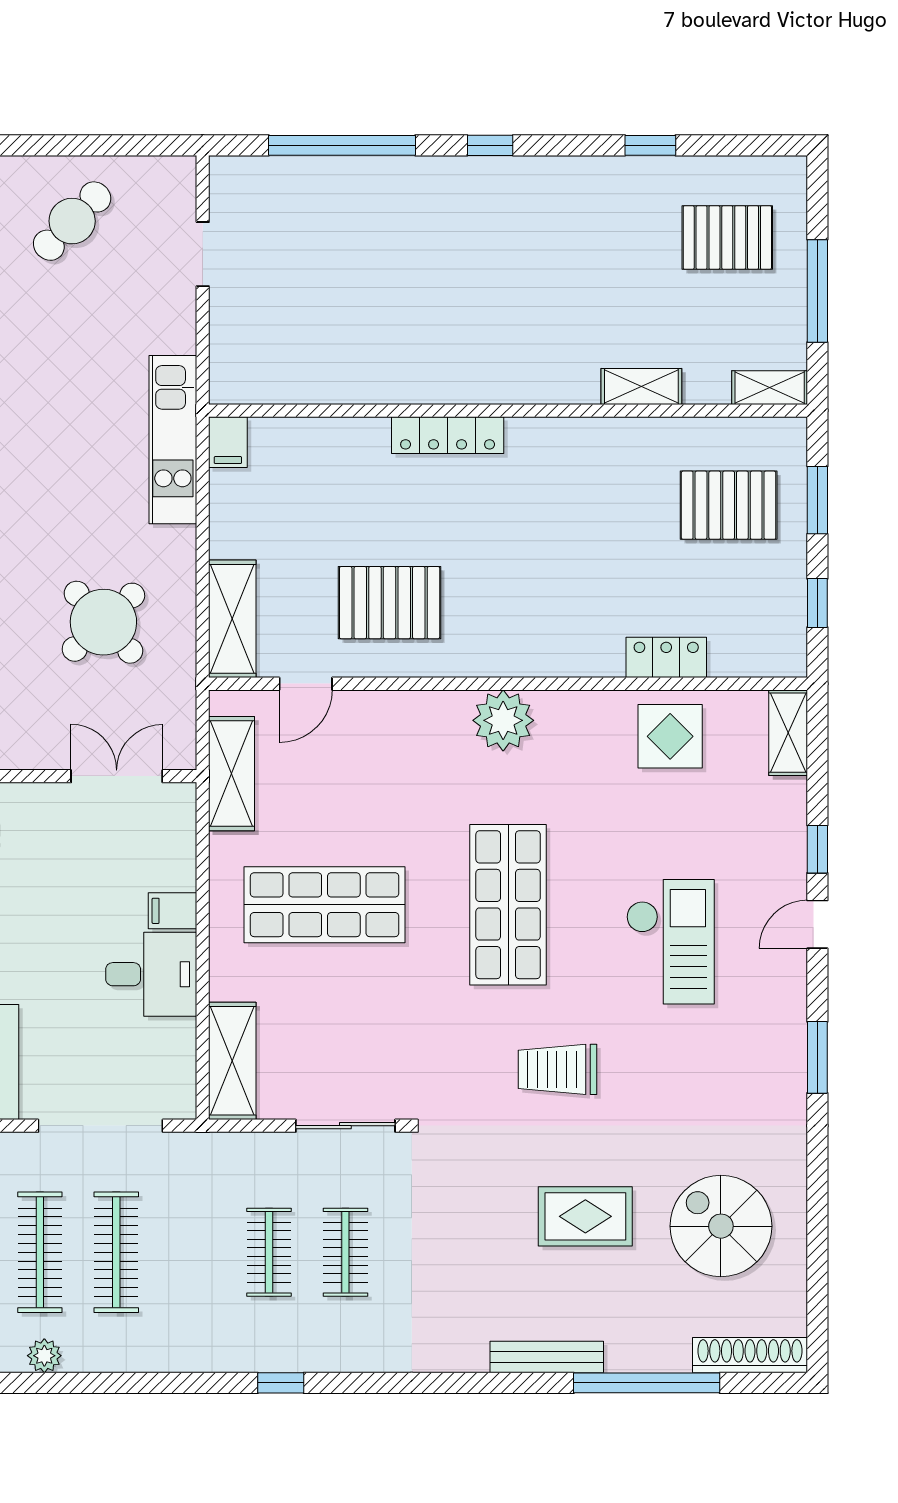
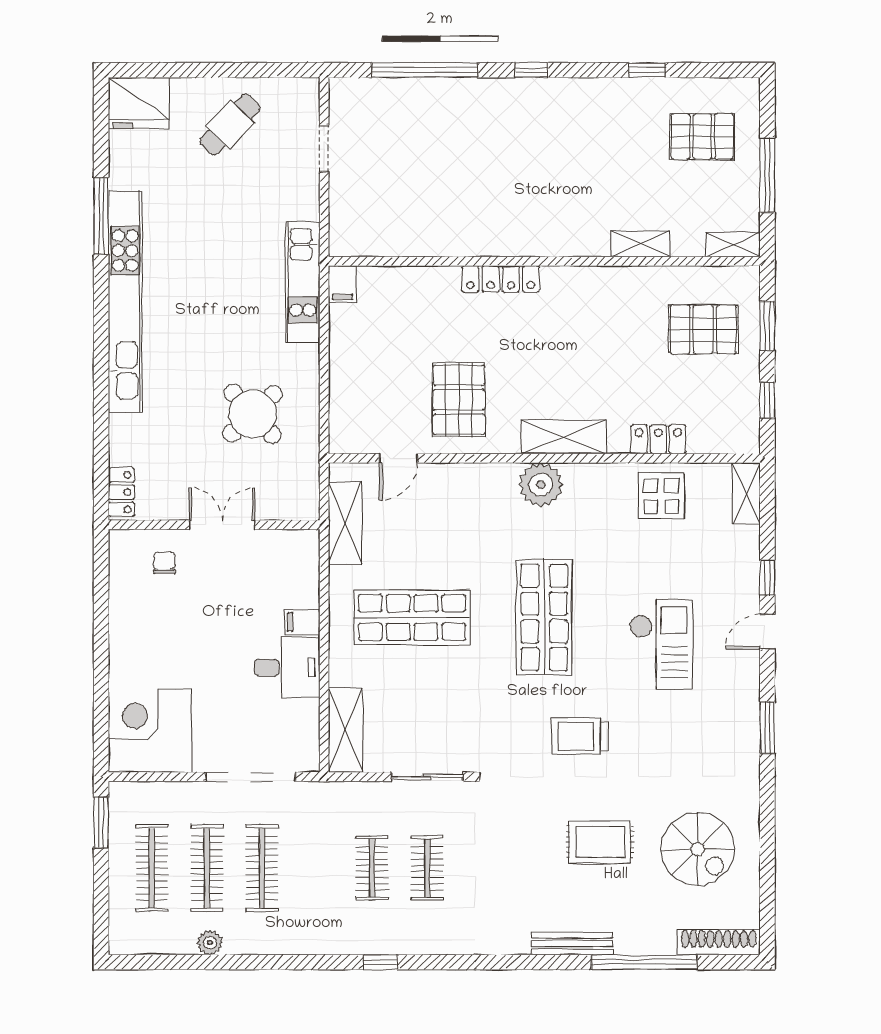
pallet: (390, 603) -> (459, 400), turned 90
shelving: (232, 619) -> (564, 437), moved, turned 90
double door: (117, 776) -> (222, 525), moved
spiral stairs: (721, 1226) -> (698, 849), turned 180

